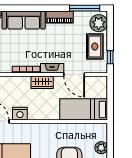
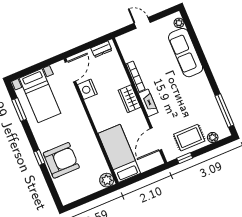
piano: (60, 17) -> (204, 88), removed
plant: (99, 23) -> (213, 137), width x0.53, depth x0.53
door: (74, 75) -> (156, 139), moved
plant: (101, 148) -> (107, 180), moved

